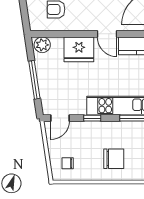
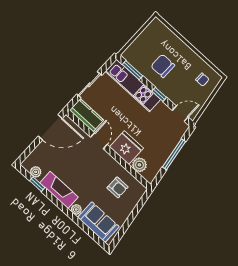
plant: (42, 45) -> (139, 165), moved
chair: (114, 159) -> (163, 66), moved

